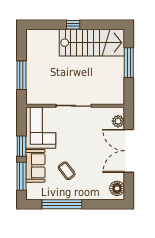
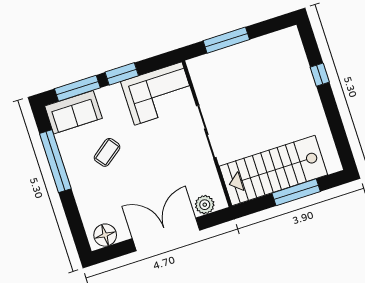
window: (73, 25) -> (320, 75), moved
stairs: (92, 43) -> (273, 170), moved, turned 90
sofa: (35, 166) -> (73, 112), moved

